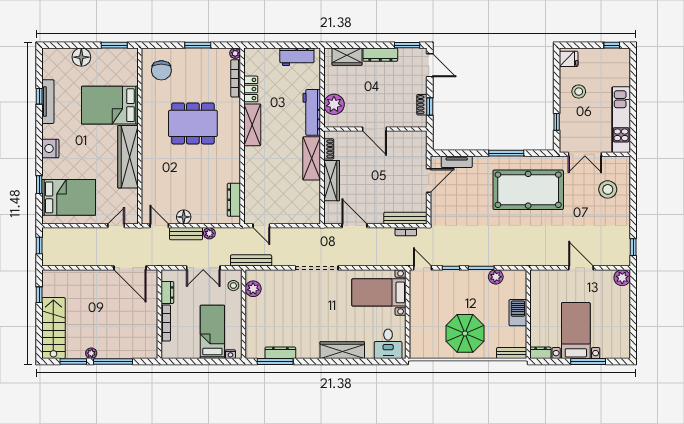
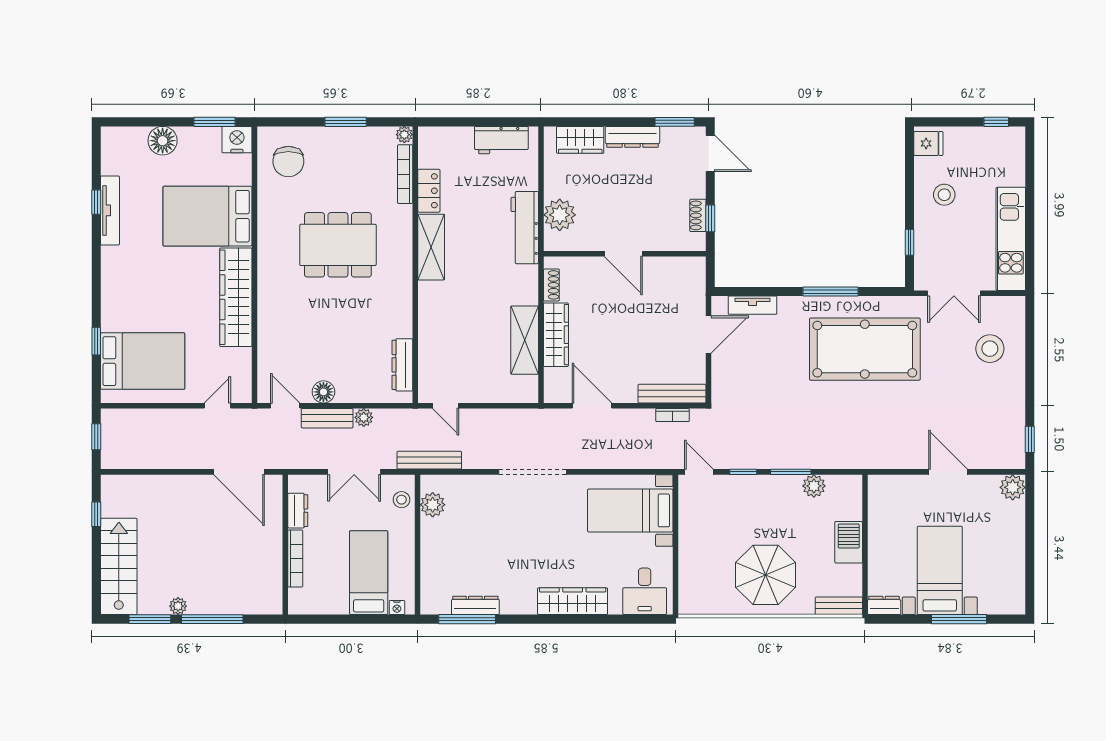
nightstand: (50, 149) -> (237, 140), moved, turned 90
shelving: (312, 158) -> (525, 340), moved

